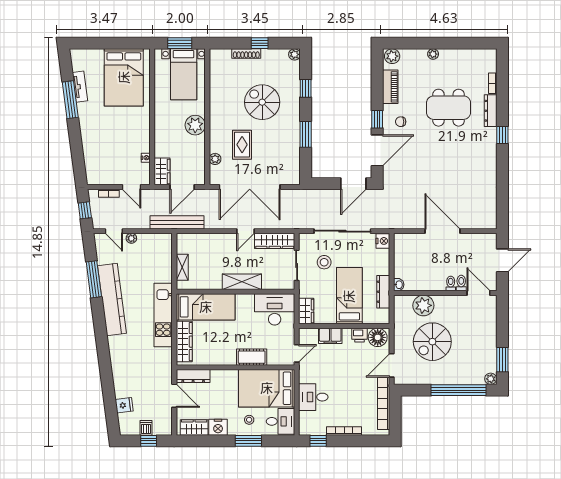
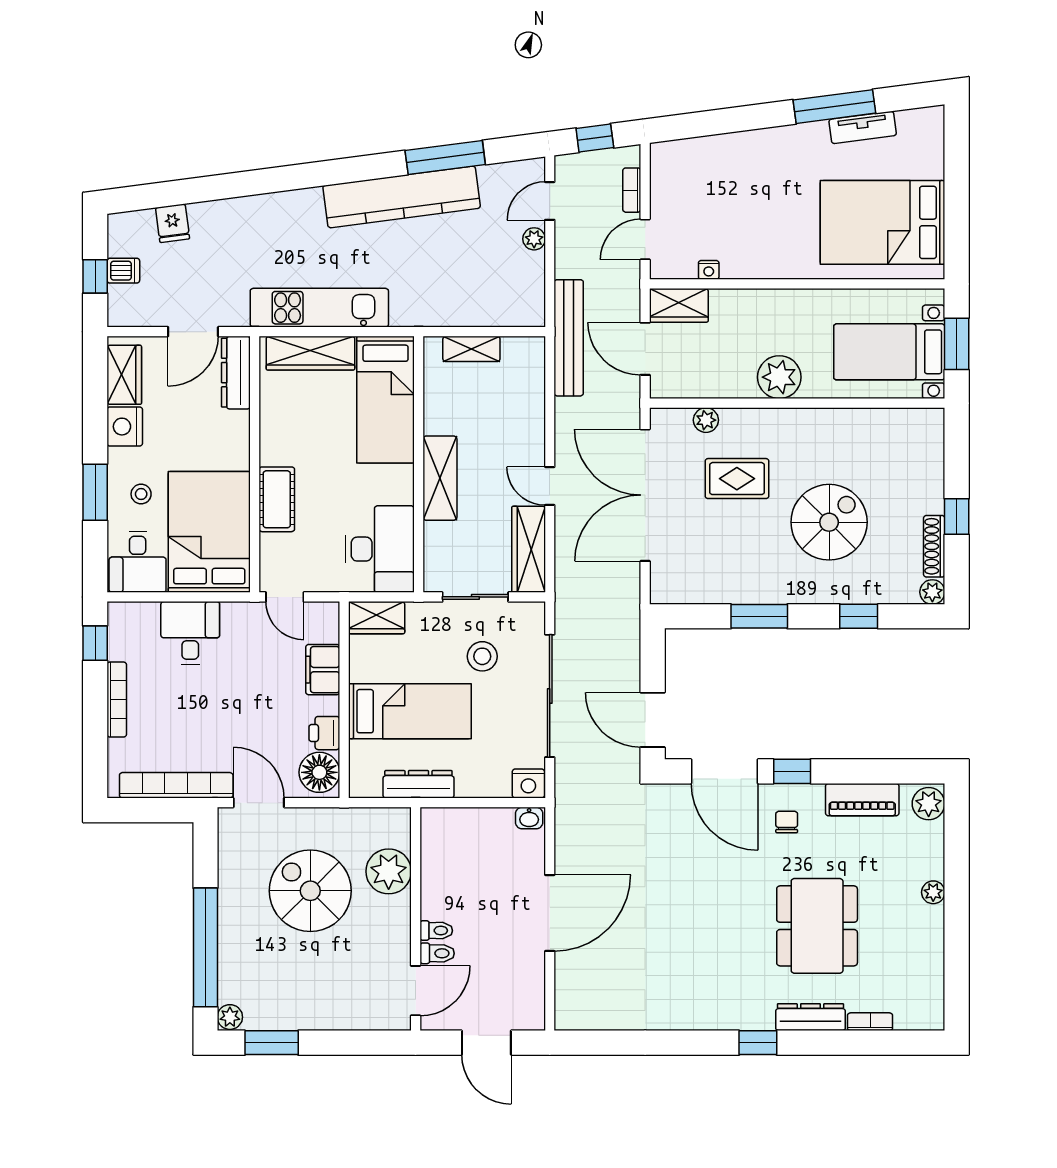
shoe rack: (246, 54) -> (934, 546), moved
washbasin: (399, 285) -> (529, 818), moved
kitchen unit: (163, 315) -> (319, 308), moved

